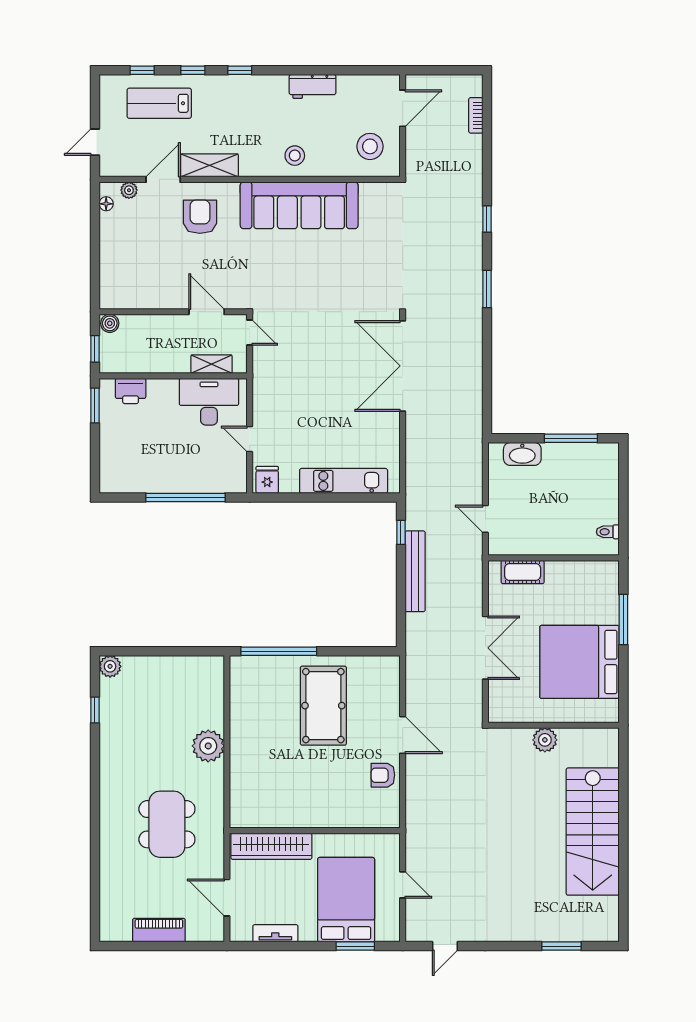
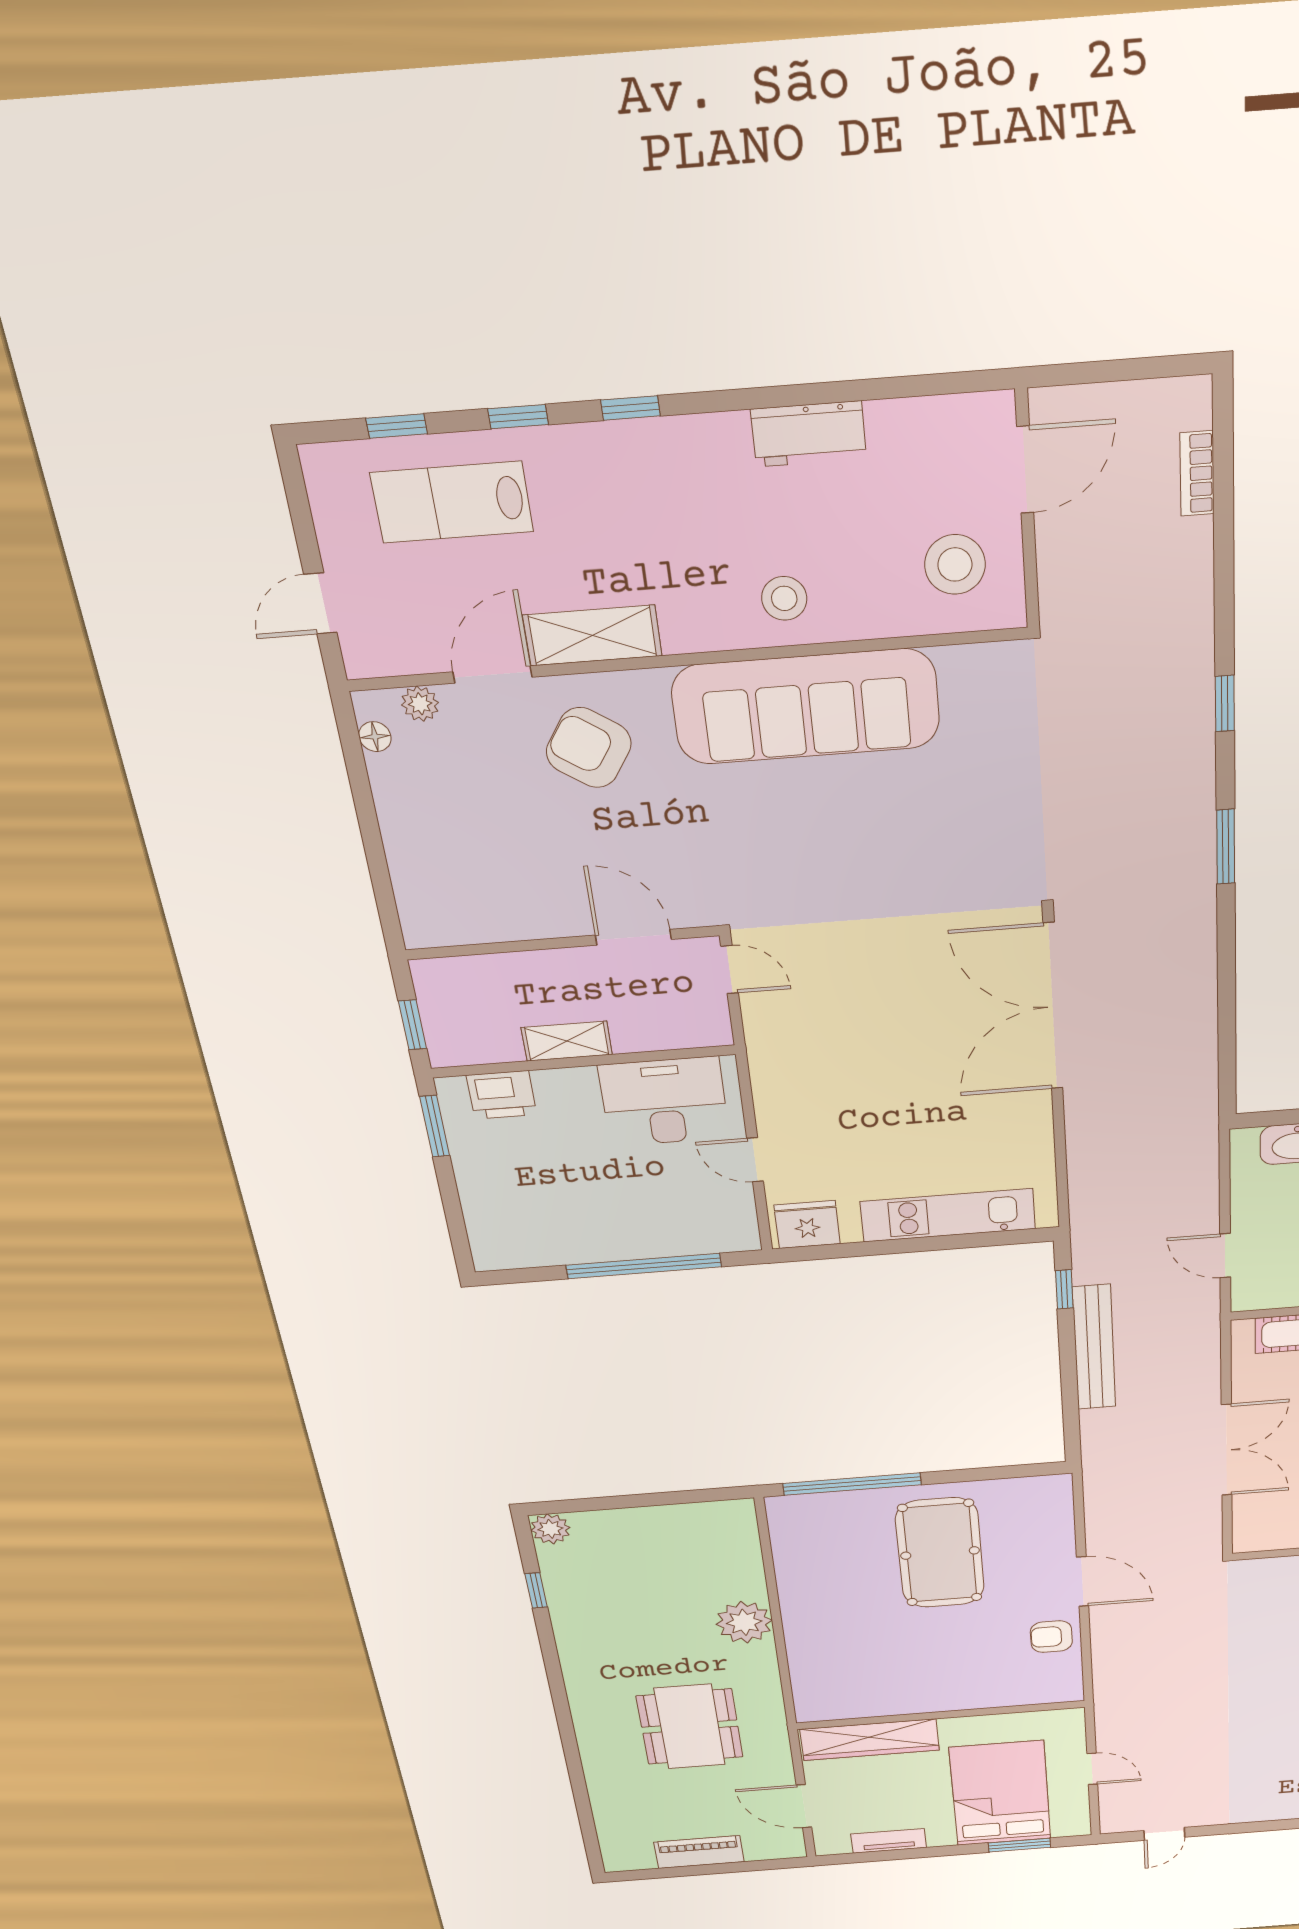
armchair: (200, 217) -> (589, 748), turned -56
boiler: (110, 323) -> (433, 975), removed
shelving: (212, 364) -> (567, 1041), moved
fridge: (267, 480) -> (807, 1224), width x1.38

